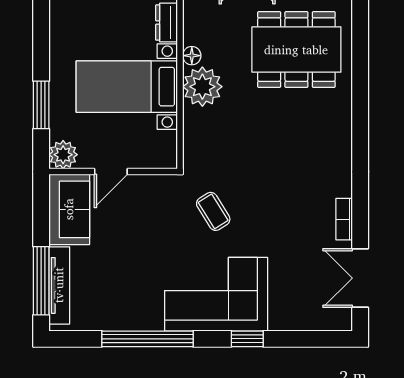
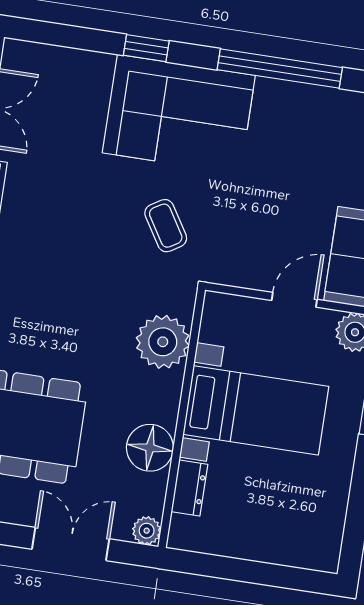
floor lamp: (192, 56) -> (150, 448), width x1.89, depth x1.89
plant: (202, 87) -> (163, 342), moved

